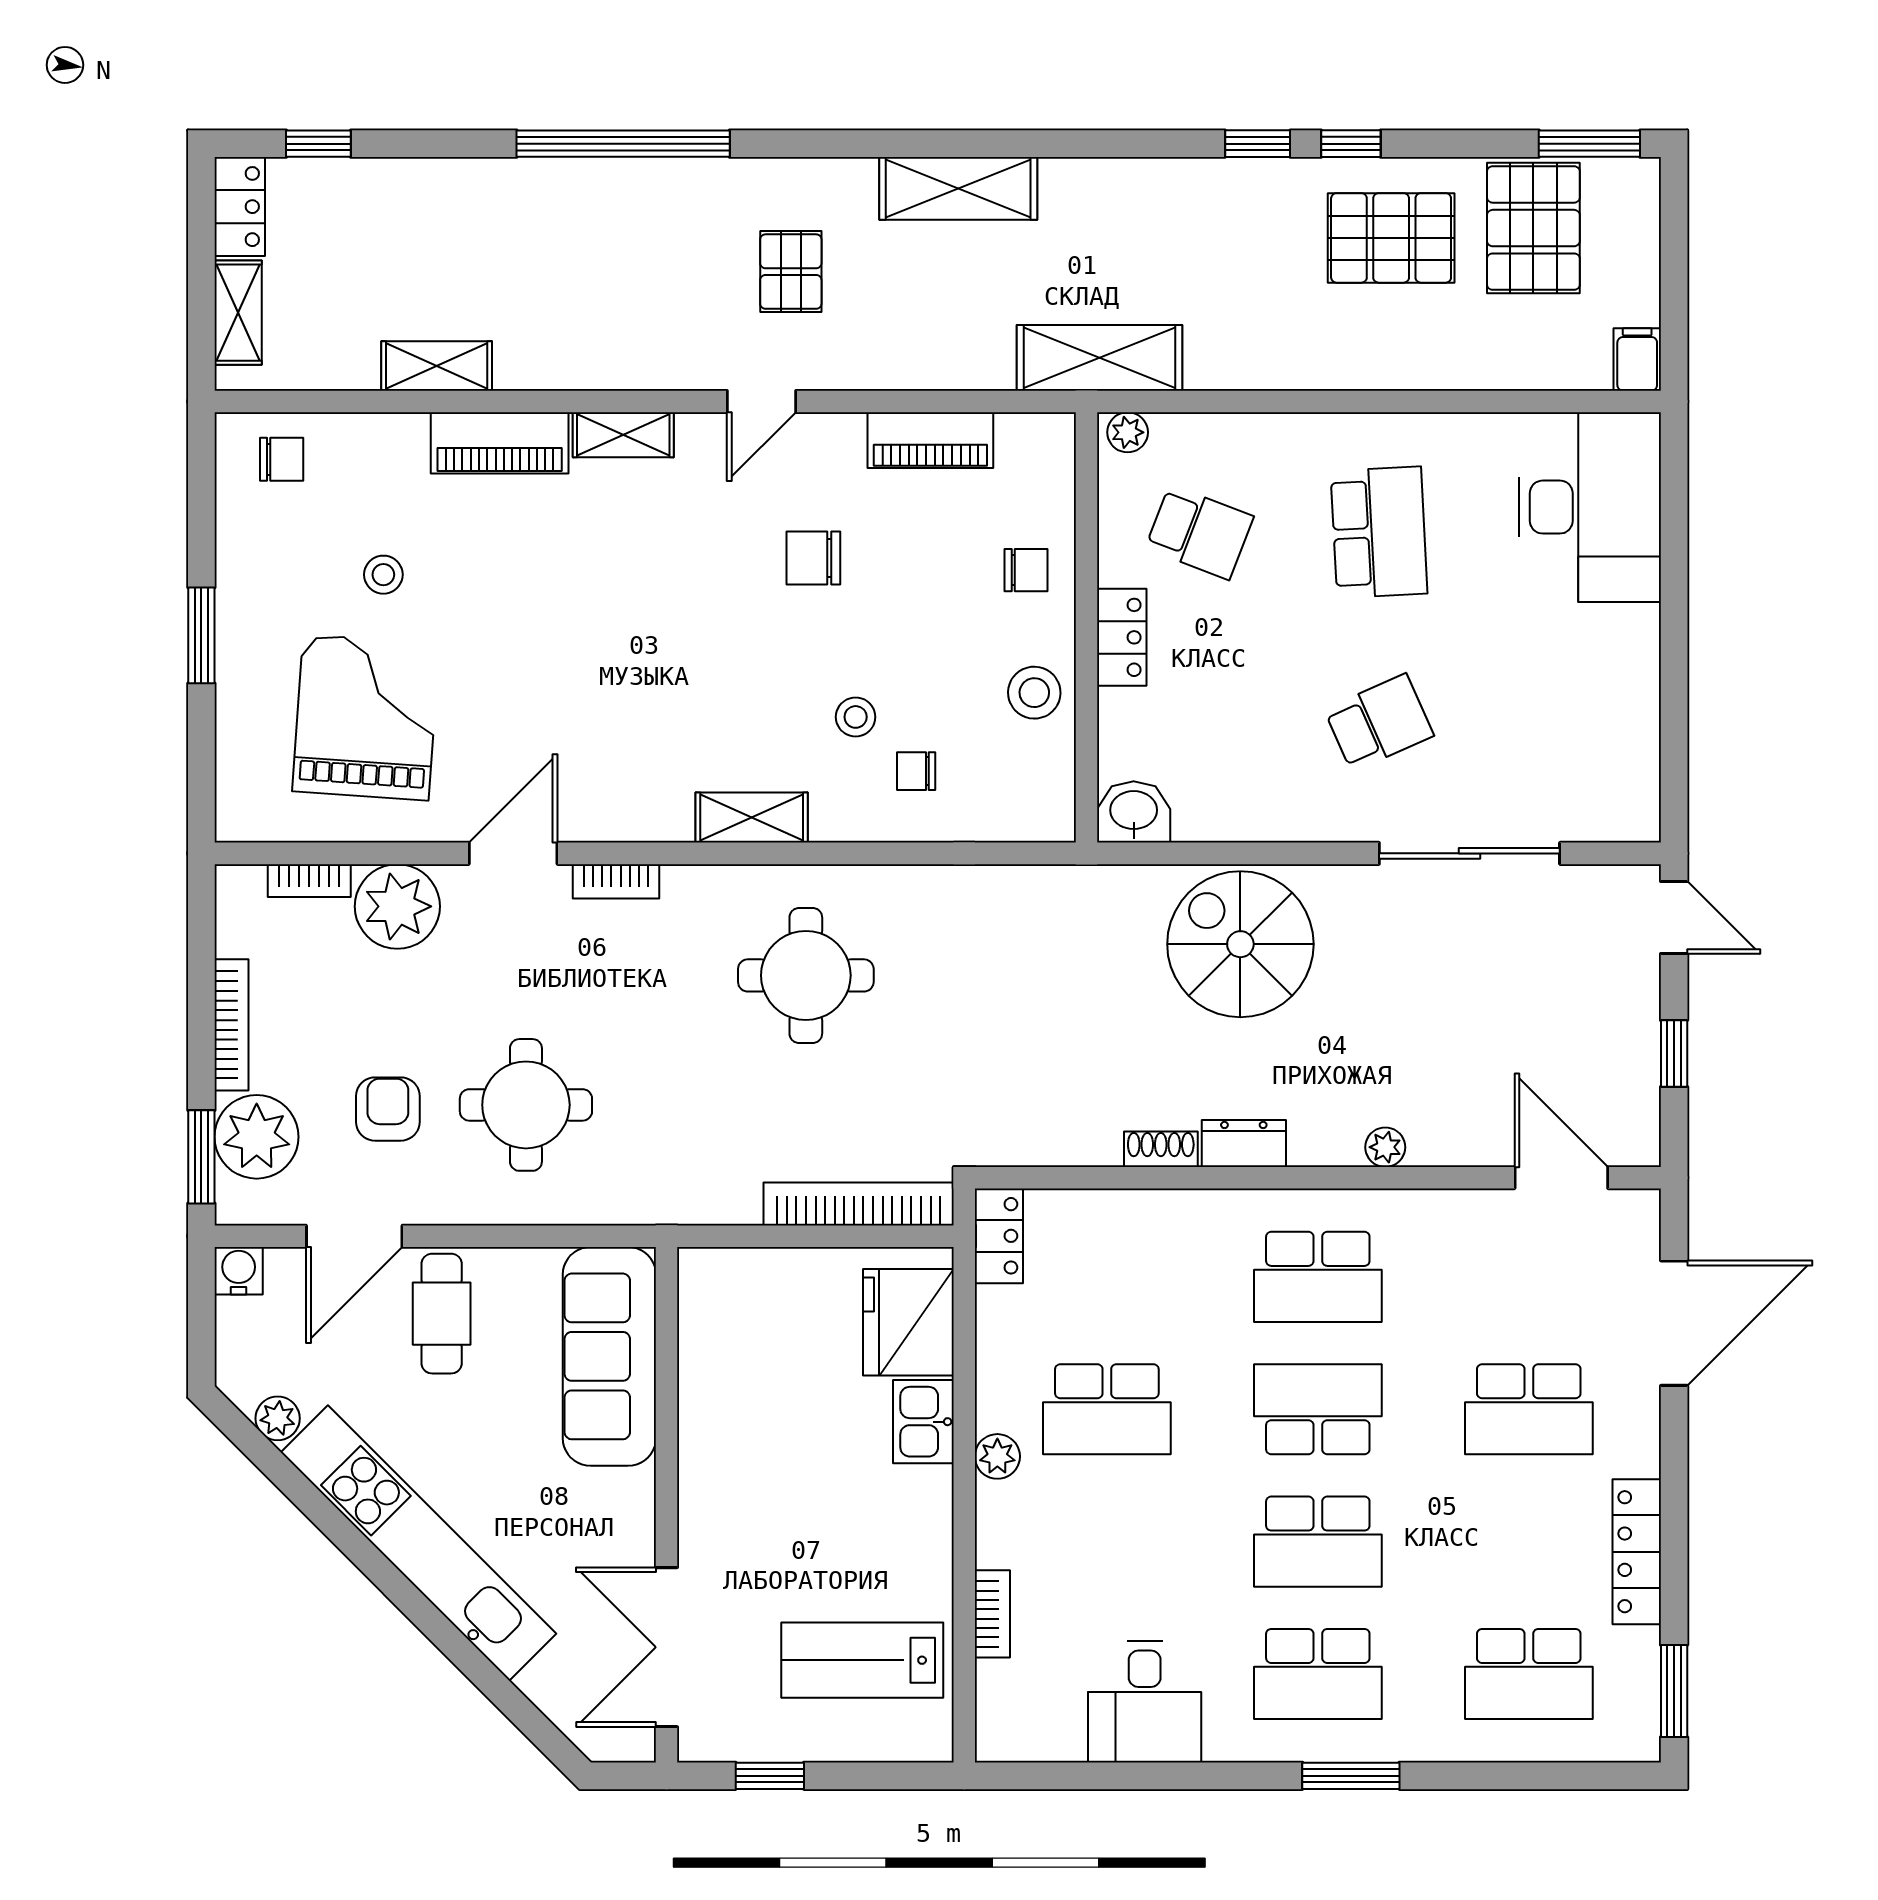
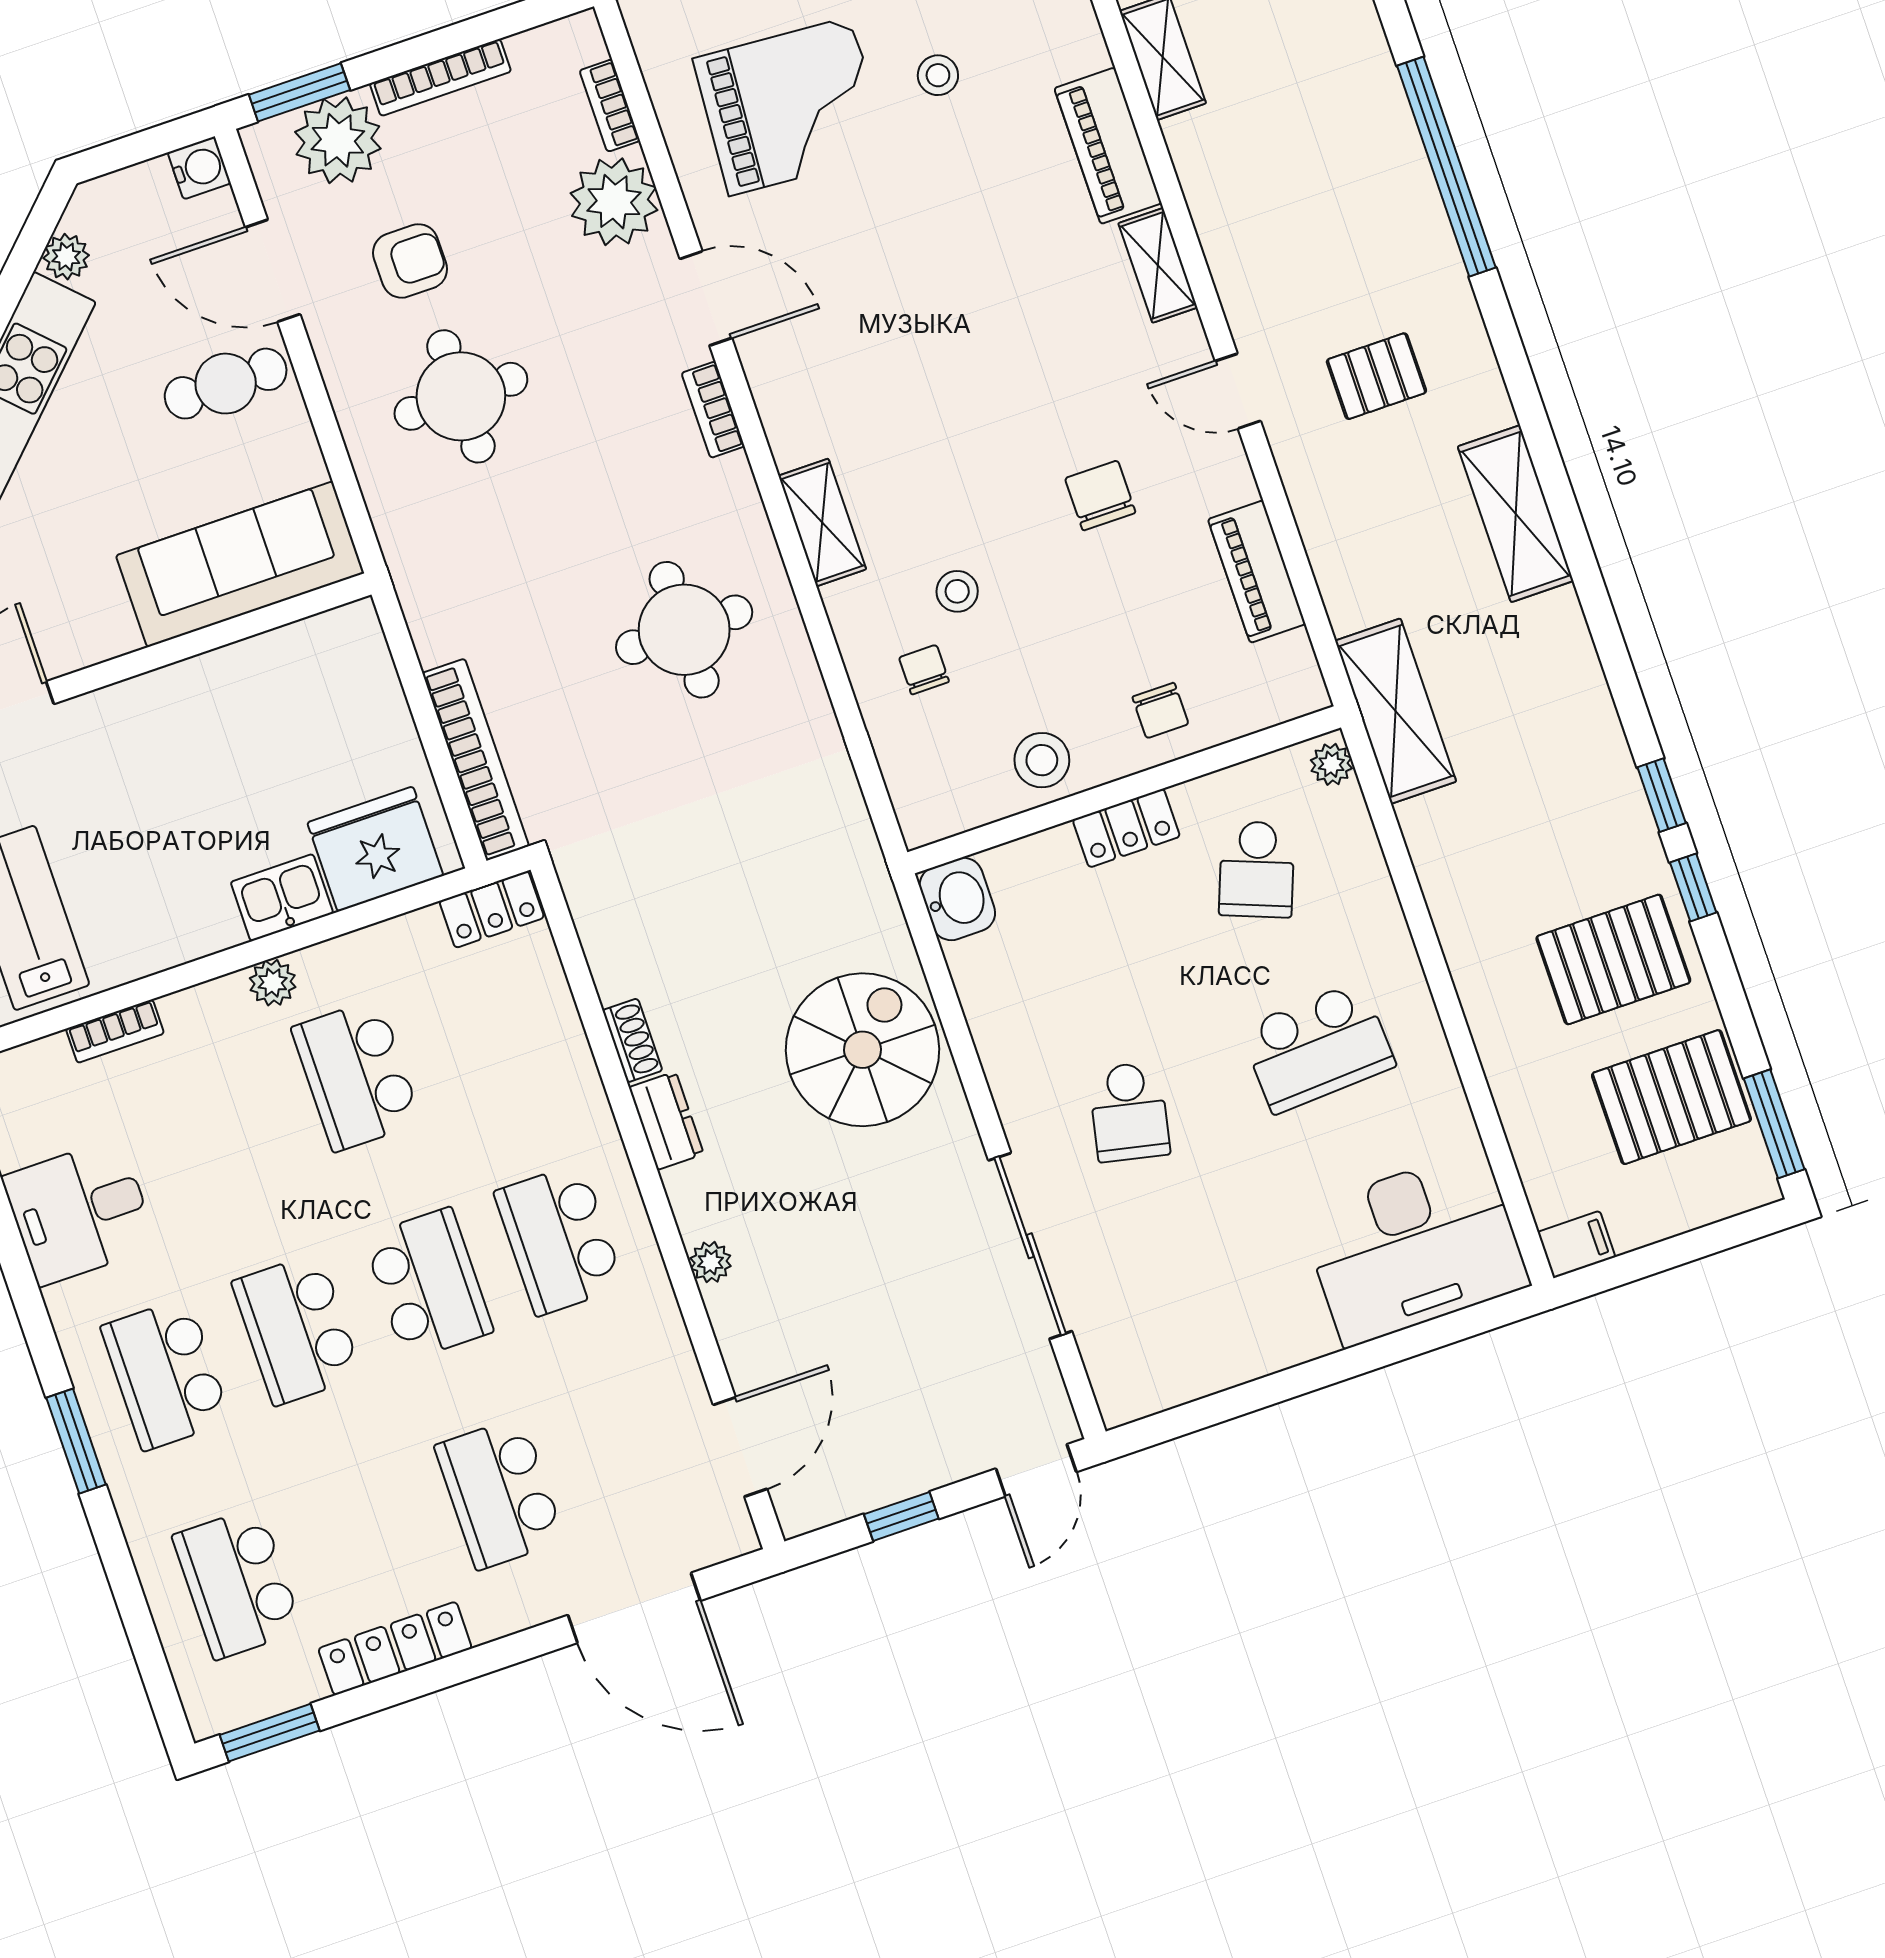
pallet: (1391, 238) -> (1613, 959), turned 90
school desk: (1379, 723) -> (1129, 1112), turned 36

